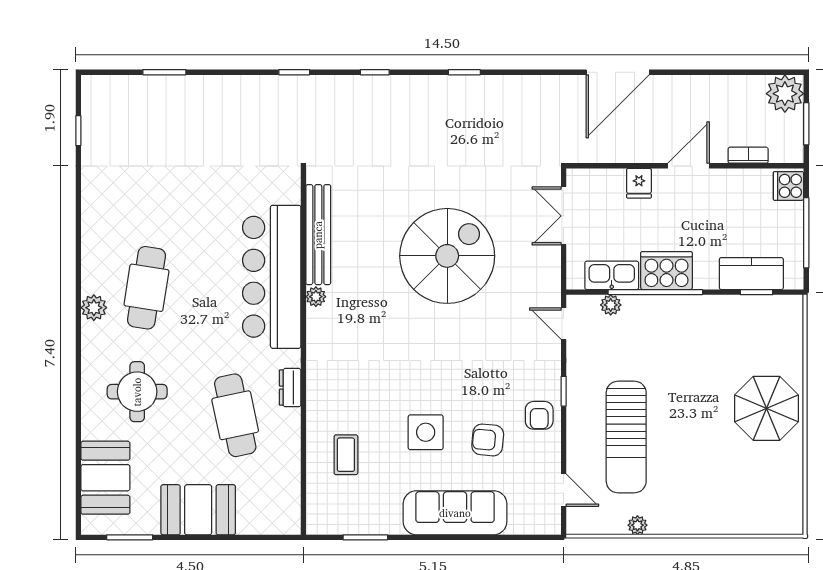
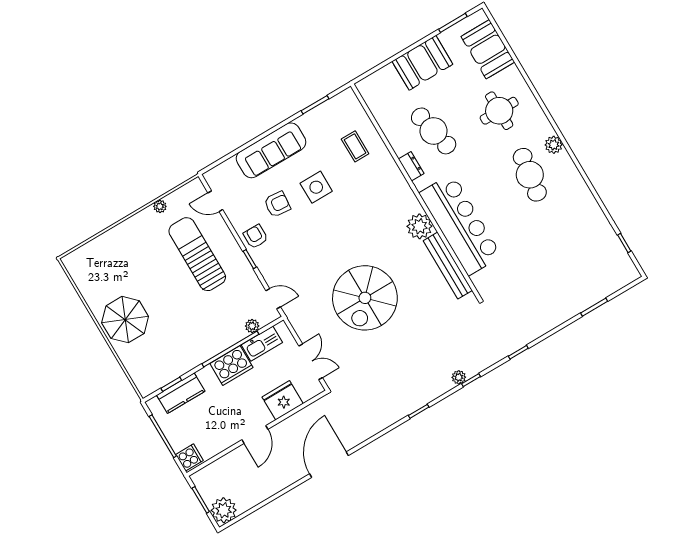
plant: (388, 85) -> (459, 377), added
bookcase: (748, 155) -> (224, 461), removed
fridge: (639, 183) -> (283, 400), width x1.88, depth x1.34
plant: (316, 297) -> (419, 226), width x1.87, depth x1.87

